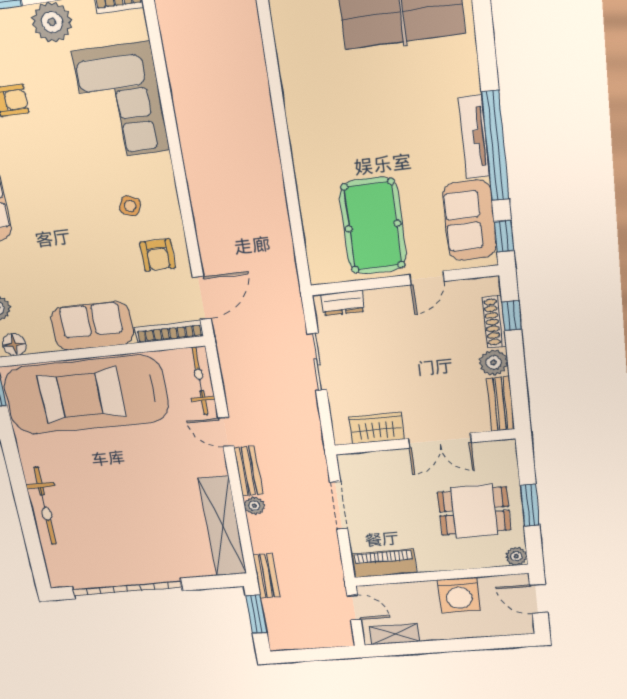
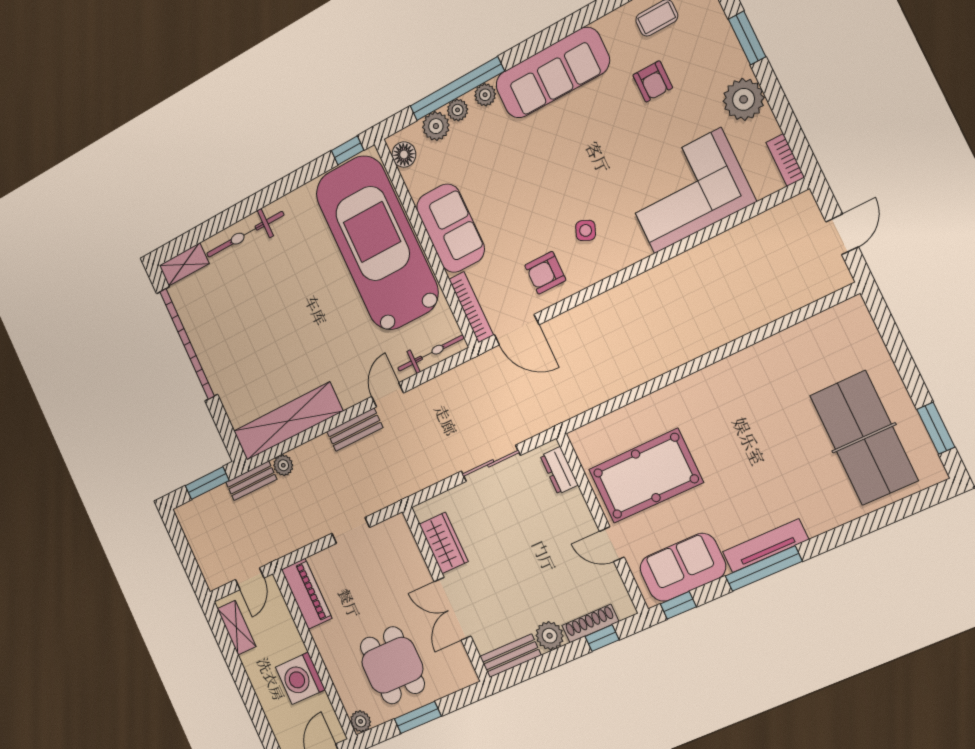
window: (495, 146) -> (764, 569), width x0.68
plant: (254, 506) -> (283, 465), moved
doorway: (339, 506) -> (351, 530), width x0.73
shelving: (56, 567) -> (184, 264), added

